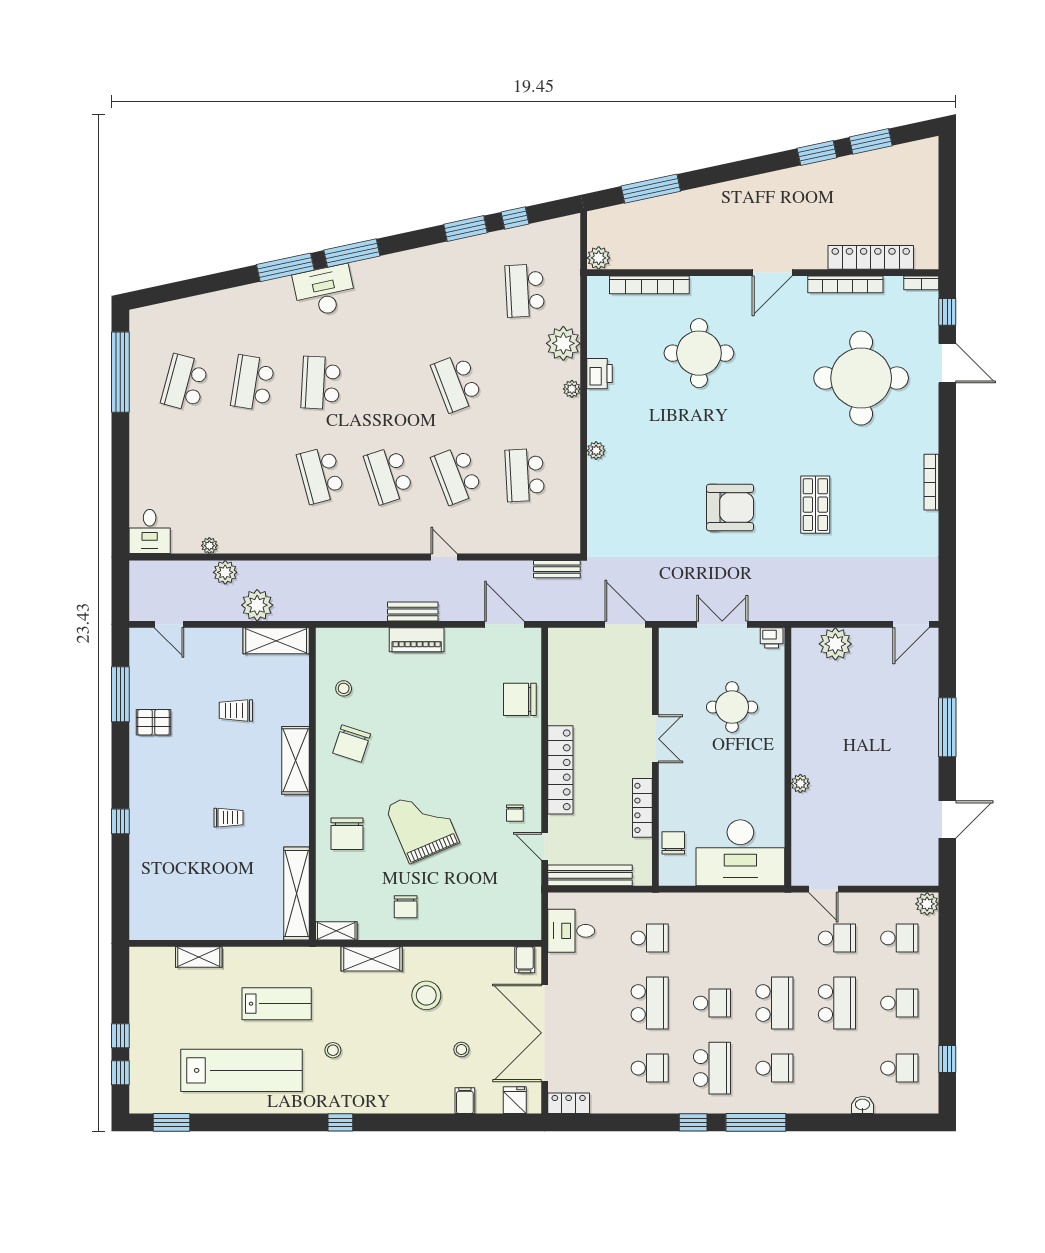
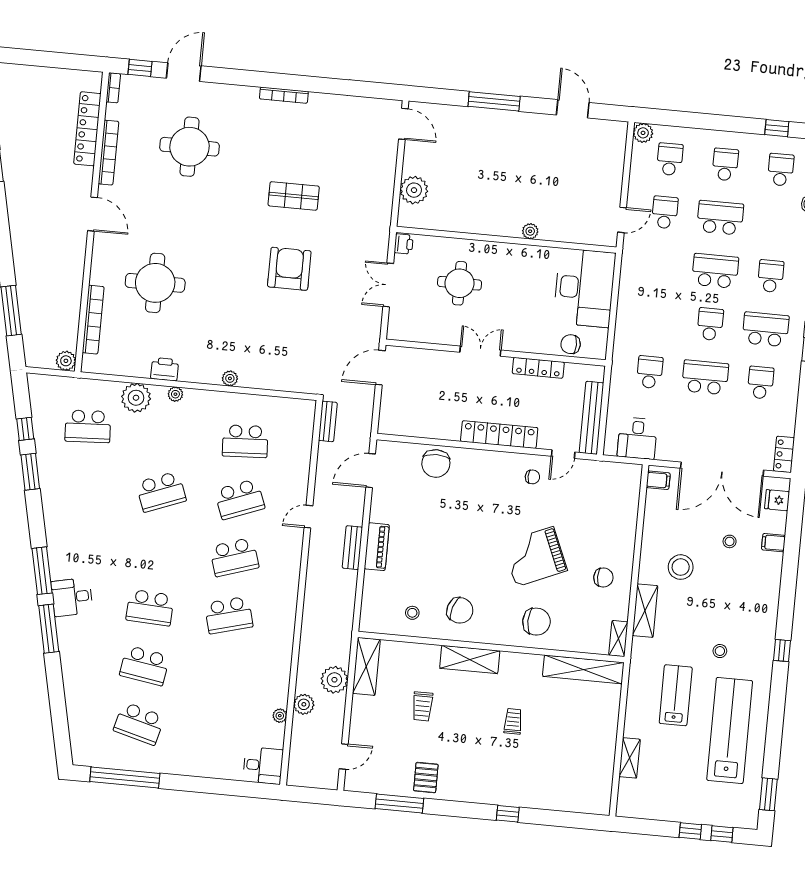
desk: (325, 291) -> (72, 597), width x0.73
round table: (861, 378) -> (190, 147), width x0.73, depth x0.73

